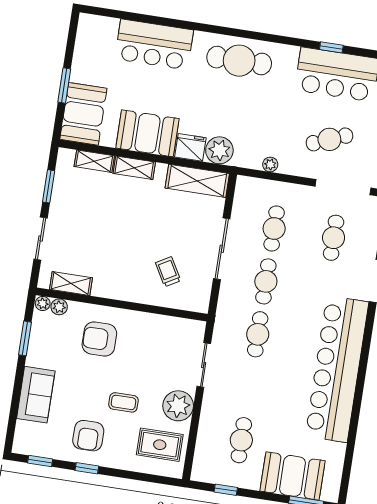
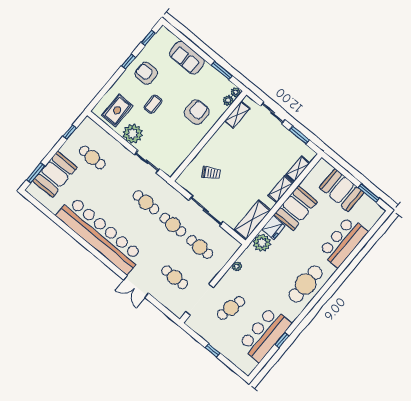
window: (64, 85) -> (369, 193), moved
booth: (83, 114) -> (341, 190), moved
cafe table: (329, 139) -> (231, 308), turned 35

